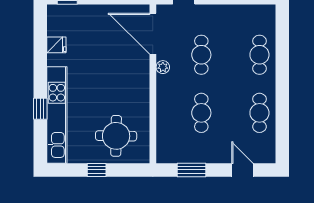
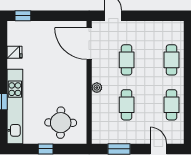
plant: (163, 67) -> (97, 88), moved

